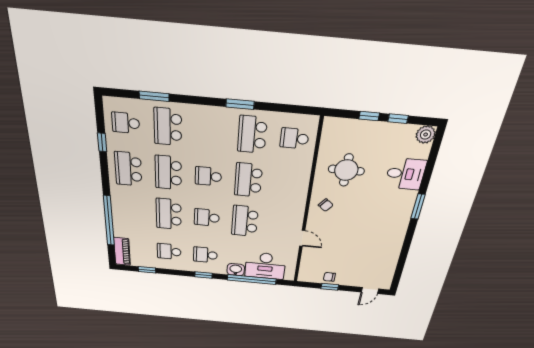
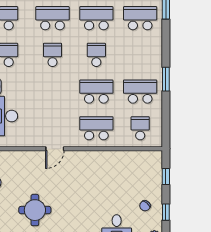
window: (369, 116) -> (166, 177), moved
round table: (346, 170) -> (35, 210), moved
chair: (326, 205) -> (145, 206), moved
school desk: (245, 221) -> (96, 128), moved
door: (302, 238) -> (55, 149), moved

